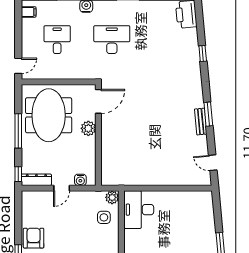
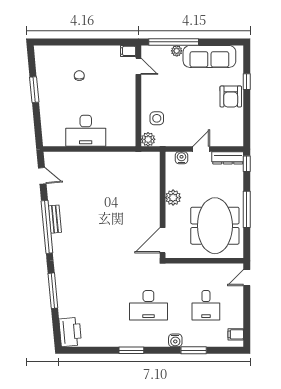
window: (203, 53) -> (53, 291), width x2.17
window: (208, 114) -> (47, 227), width x2.11
plant: (88, 128) -> (173, 198), moved
desk: (139, 210) -> (86, 131), moved, turned 90

